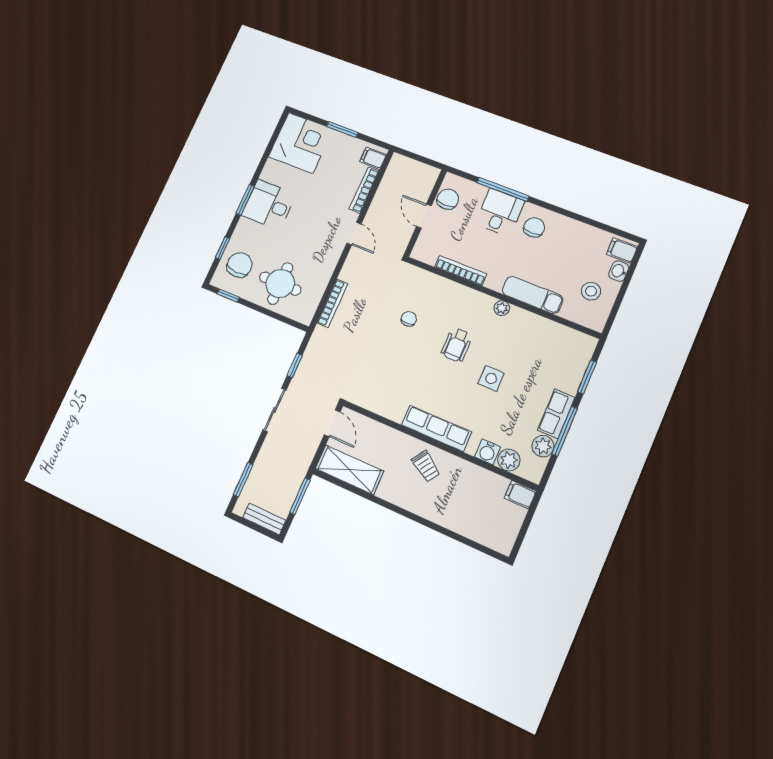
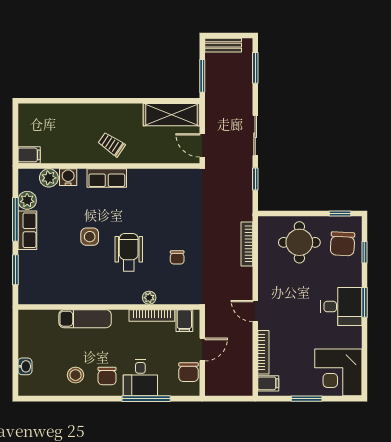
door: (424, 216) -> (202, 350), hinge flipped
filing cabinet: (622, 250) -> (184, 321), moved, turned 90
stool: (591, 291) -> (76, 375), moved
plant: (502, 308) -> (149, 298), moved
wheelchair: (457, 345) -> (129, 252), width x1.36, depth x1.37
row of seats: (436, 428) -> (107, 178), width x0.68

